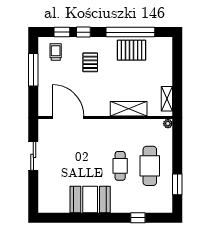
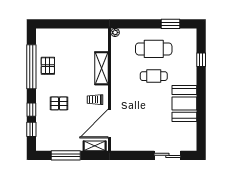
pallet: (132, 50) -> (48, 66), width x0.67, depth x0.71
trolley: (56, 52) -> (95, 100), moved
shelving: (167, 99) -> (95, 146), moved
sliding door: (33, 156) -> (167, 155), moved

